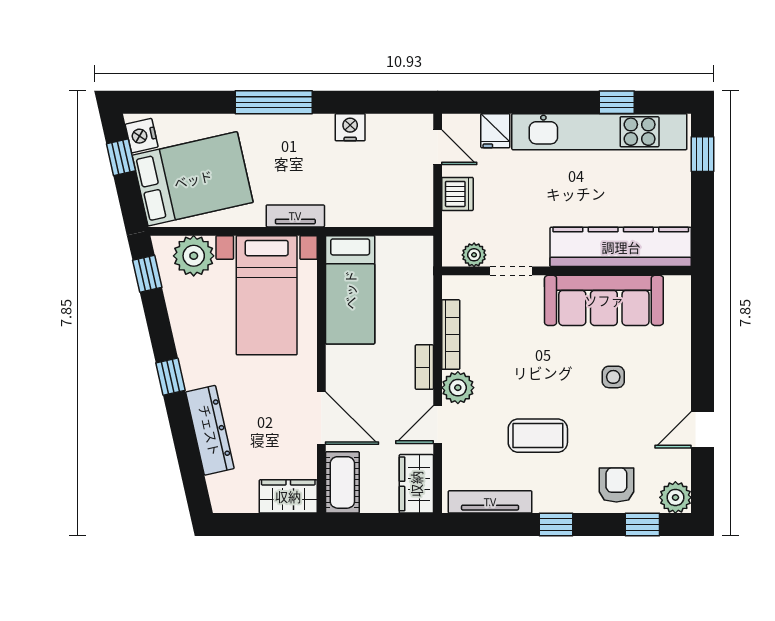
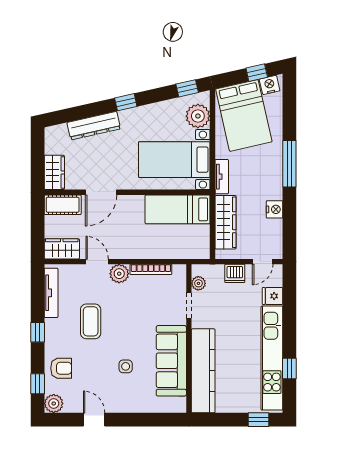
wardrobe: (372, 210) -> (225, 222), added
bookcase: (424, 367) -> (131, 254), removed

